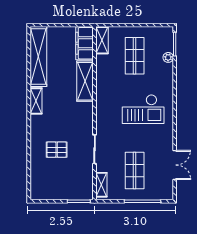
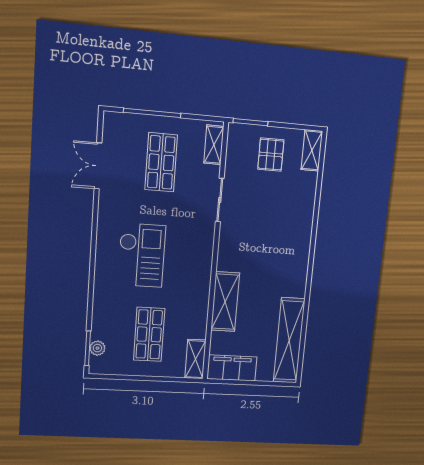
filing cabinet: (85, 43) -> (232, 368), moved, turned -90
plant: (168, 57) -> (97, 348), moved
shelving: (36, 101) -> (312, 150), moved
checkout: (143, 109) -> (142, 255), turned 90
pallet: (57, 150) -> (271, 155), moved, turned 90

